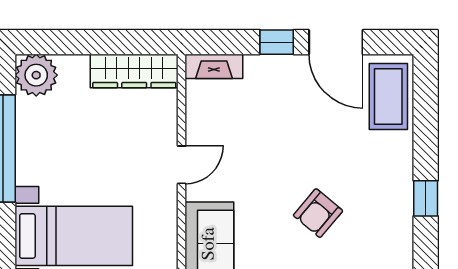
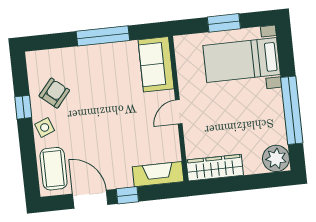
fireplace: (214, 66) -> (158, 174), width x1.37, depth x1.32
side table: (395, 163) -> (45, 127), added
armchair: (318, 213) -> (54, 93), moved

